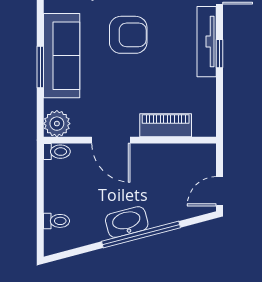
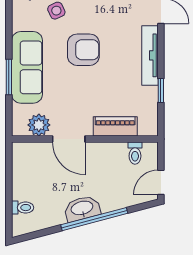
window: (220, 54) -> (161, 90), moved
plant: (57, 124) -> (39, 125), moved
toilet: (57, 152) -> (135, 153), moved, turned 90

